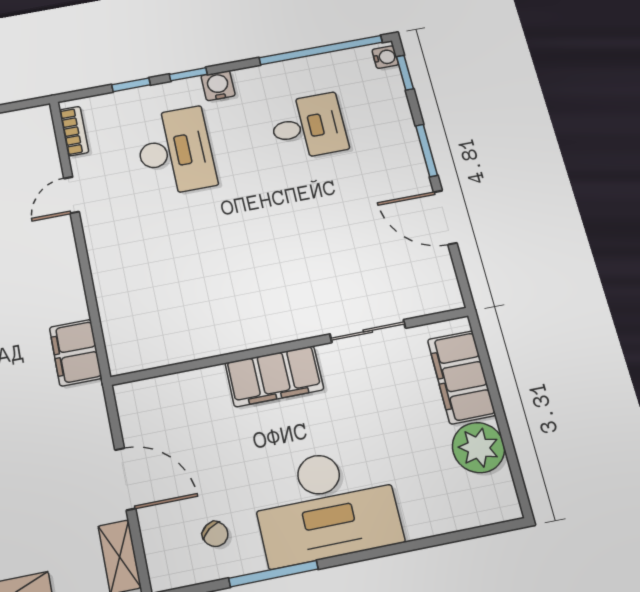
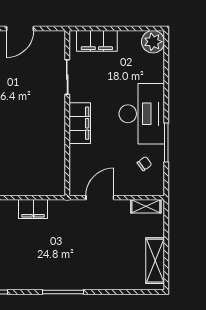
filing cabinet: (76, 353) -> (33, 209), moved
plant: (478, 448) -> (153, 42), moved
door: (125, 479) -> (100, 198), moved

